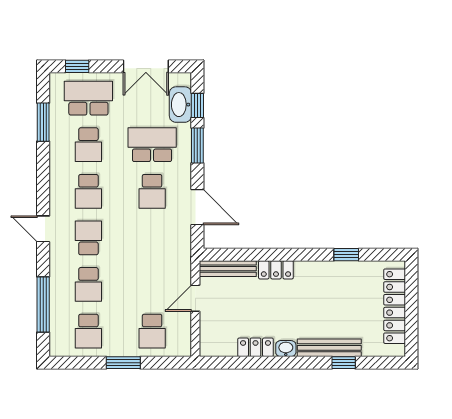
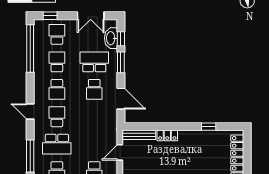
school desk: (88, 98) -> (57, 34), width x0.54
window: (43, 122) -> (30, 49), width x2.11
school desk: (88, 145) -> (57, 62), turned 180
school desk: (88, 284) -> (57, 144), width x1.85

